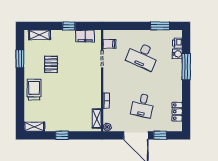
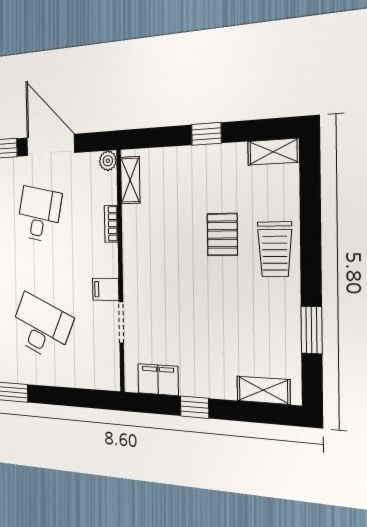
filing cabinet: (109, 44) -> (106, 289), moved
pallet: (51, 64) -> (222, 235), moved

